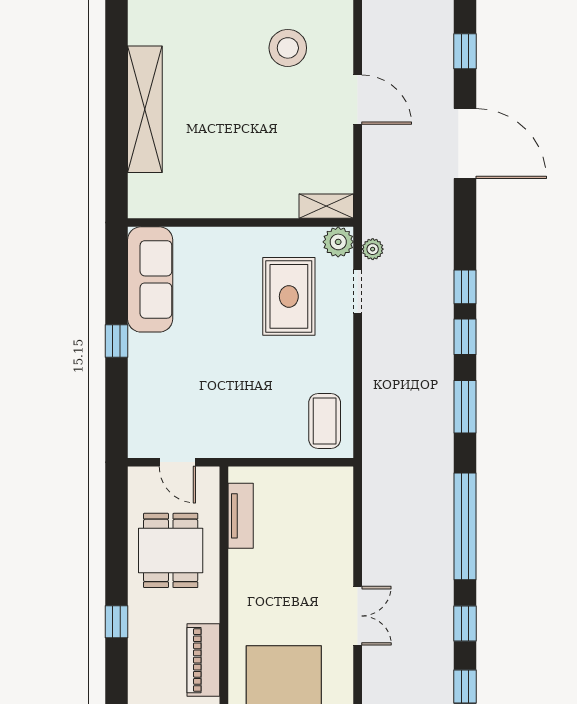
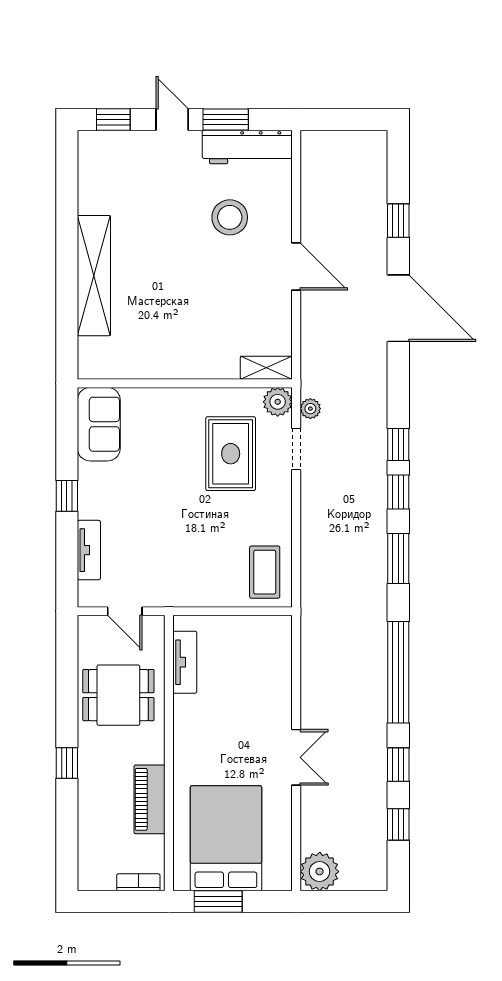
sofa: (150, 279) -> (99, 424), width x0.73
tv unit: (140, 398) -> (89, 550), added
dining table: (171, 550) -> (118, 695), turned 90

